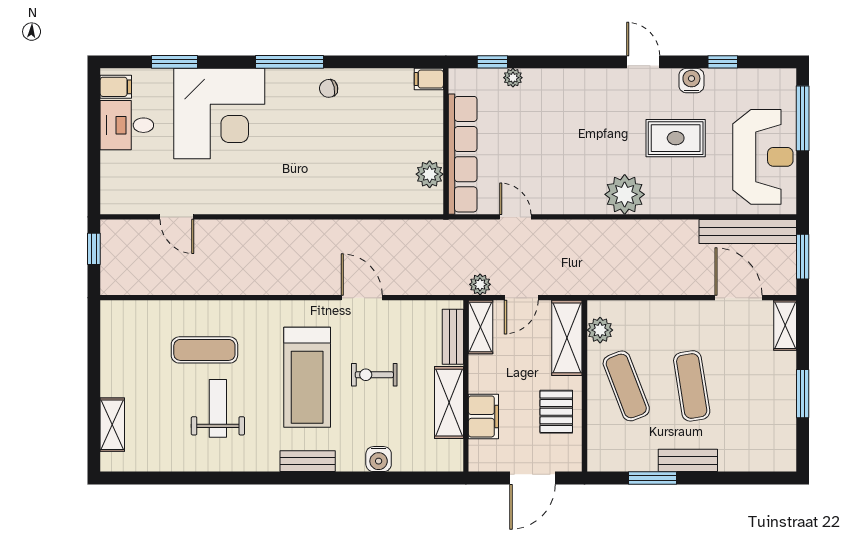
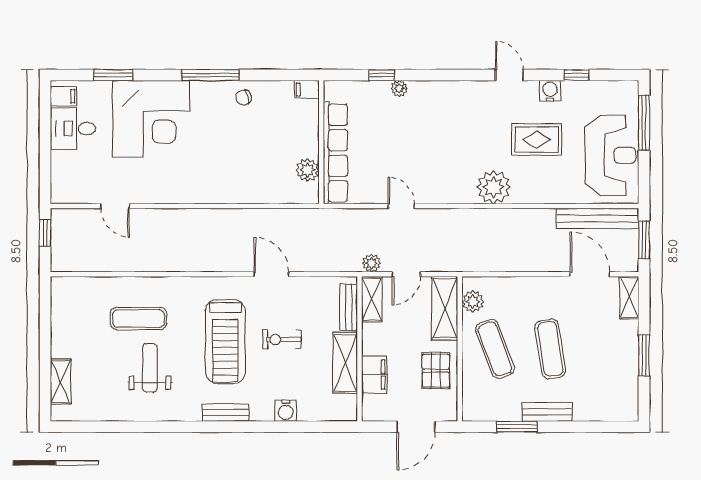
filing cabinet: (429, 79) -> (307, 90), moved
wall: (446, 141) -> (321, 142), moved
row of seats: (463, 154) -> (335, 153), moved
plant: (430, 174) -> (307, 170), moved

